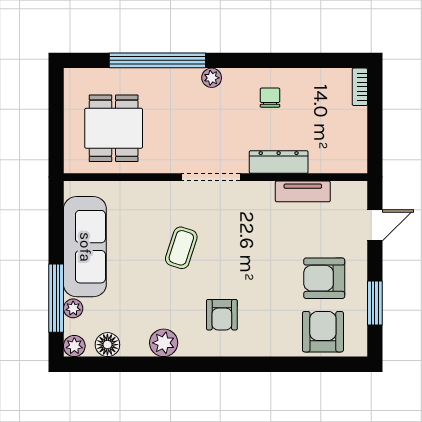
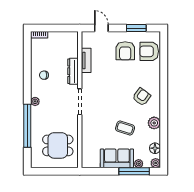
sofa: (85, 247) -> (117, 158), width x0.73
coffee table: (181, 248) -> (125, 128), moved
armchair: (222, 315) -> (142, 97), turned -54

